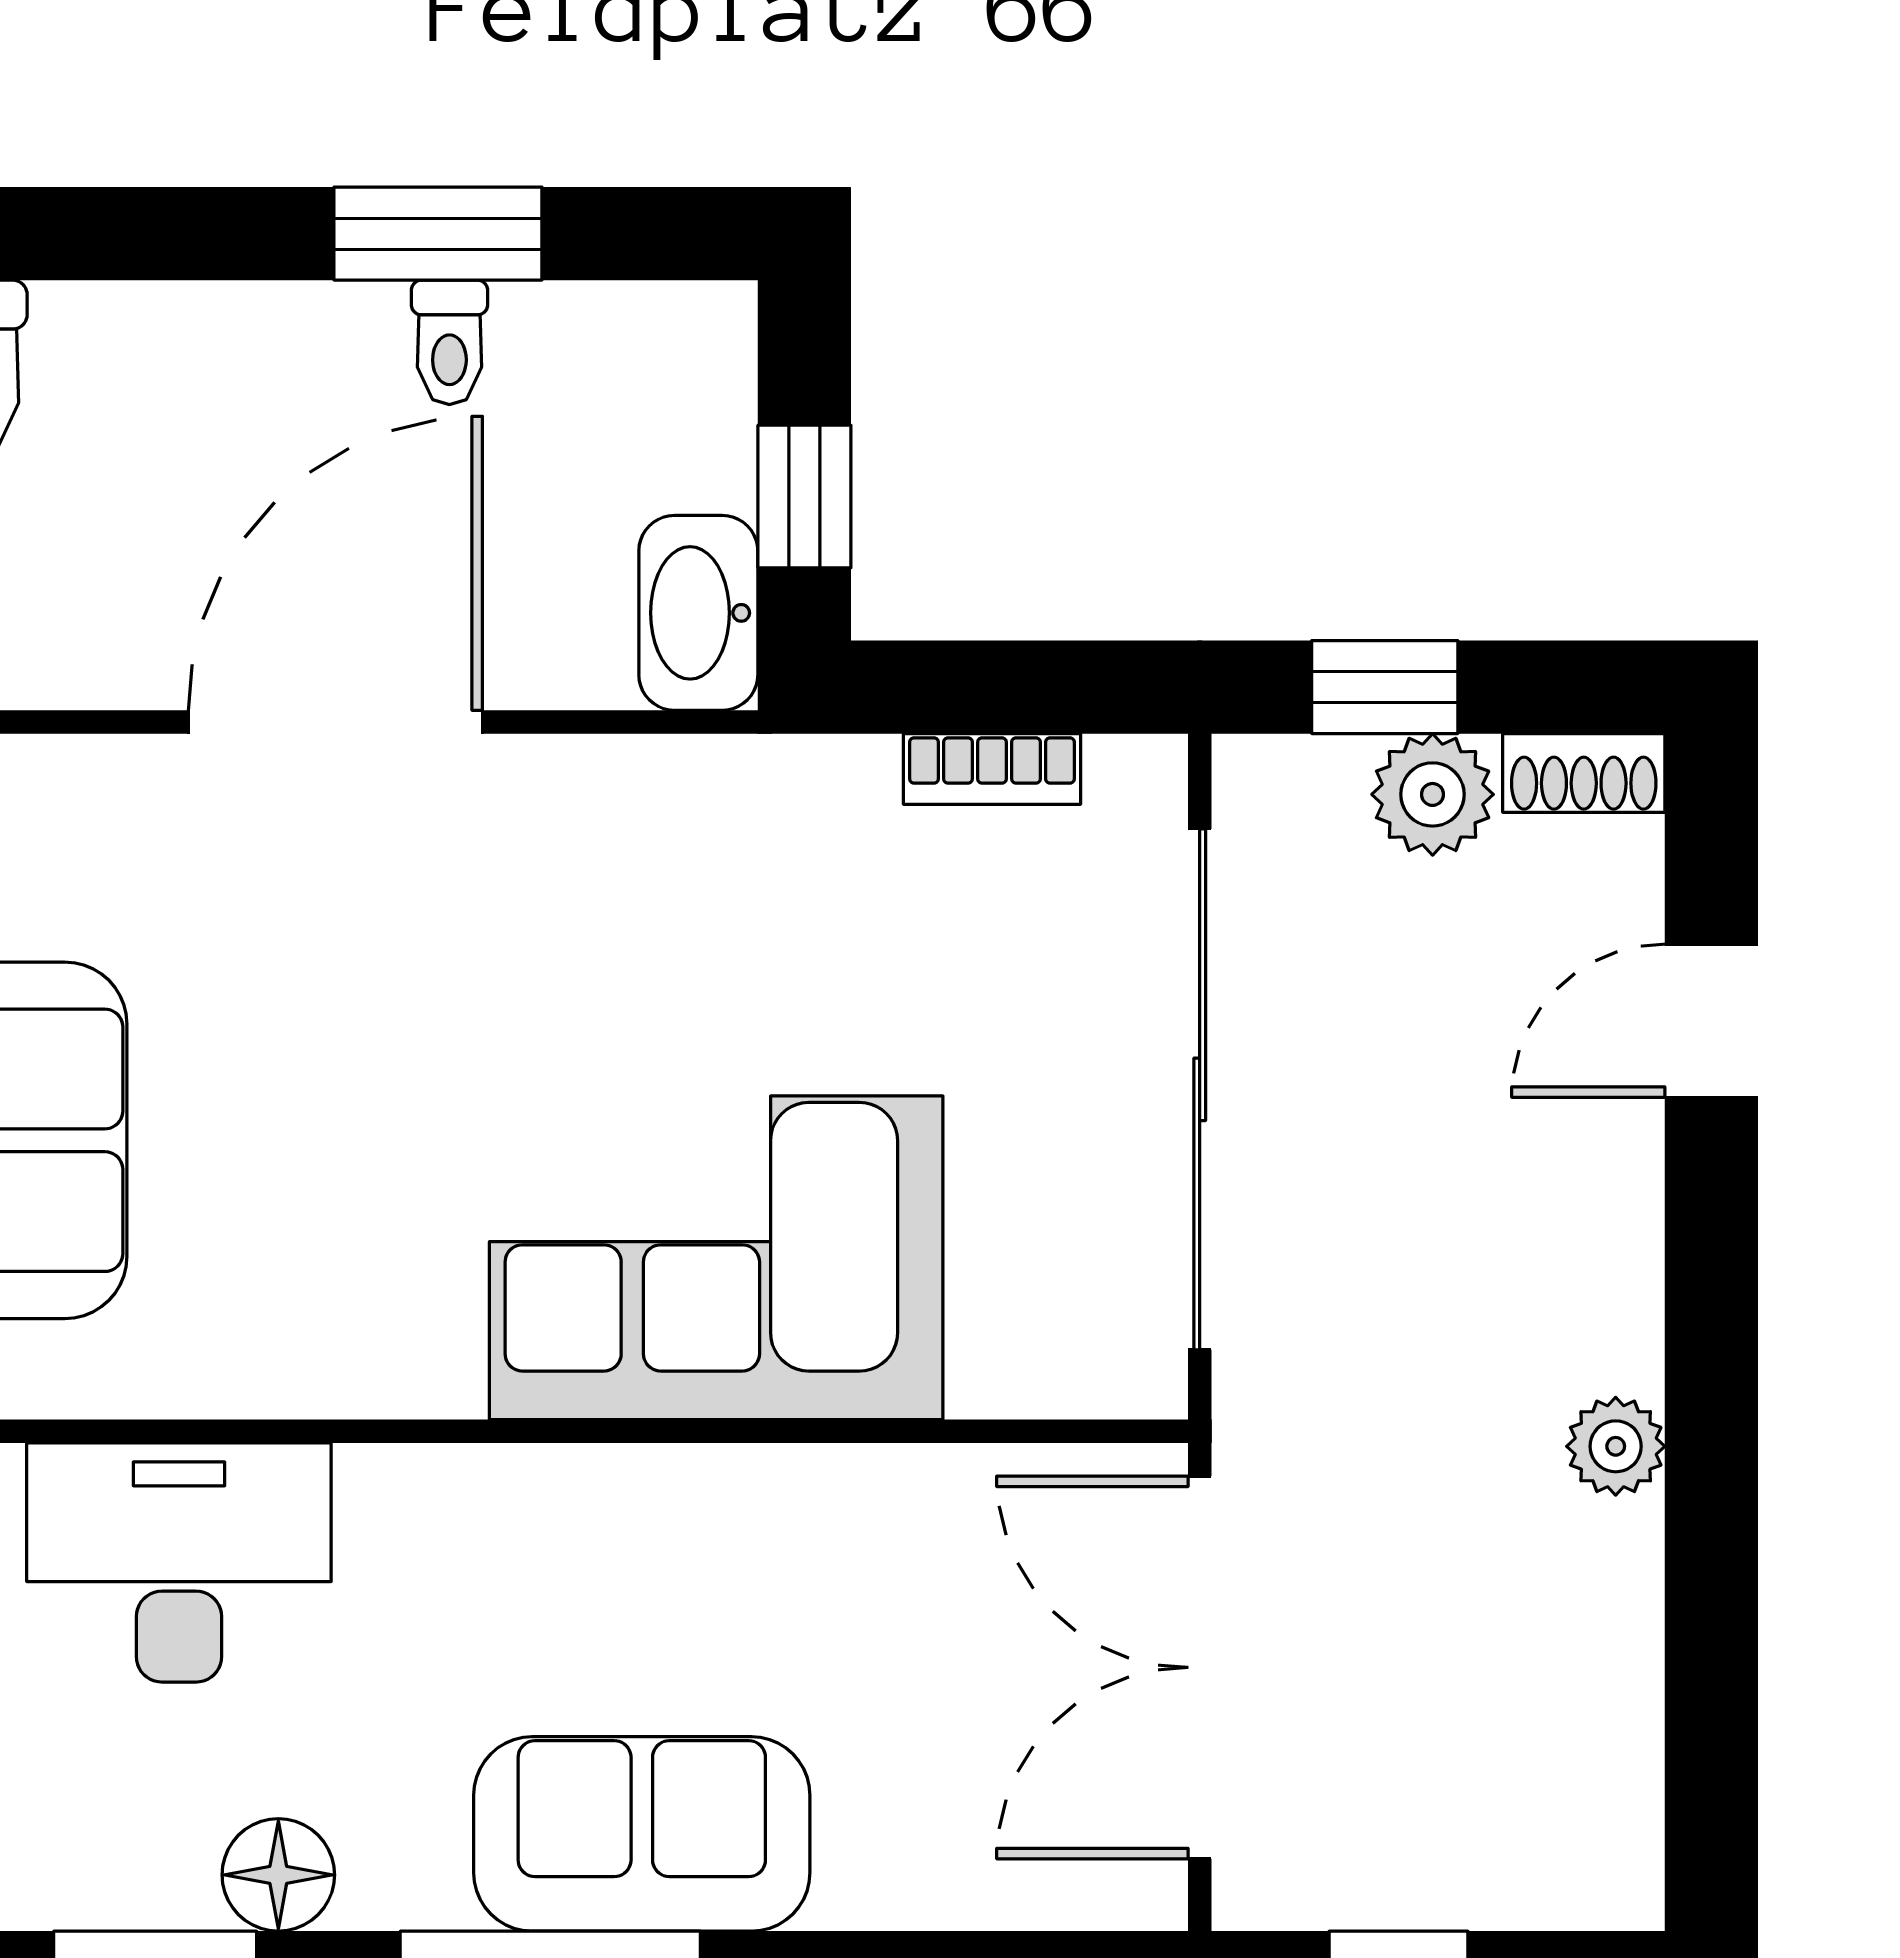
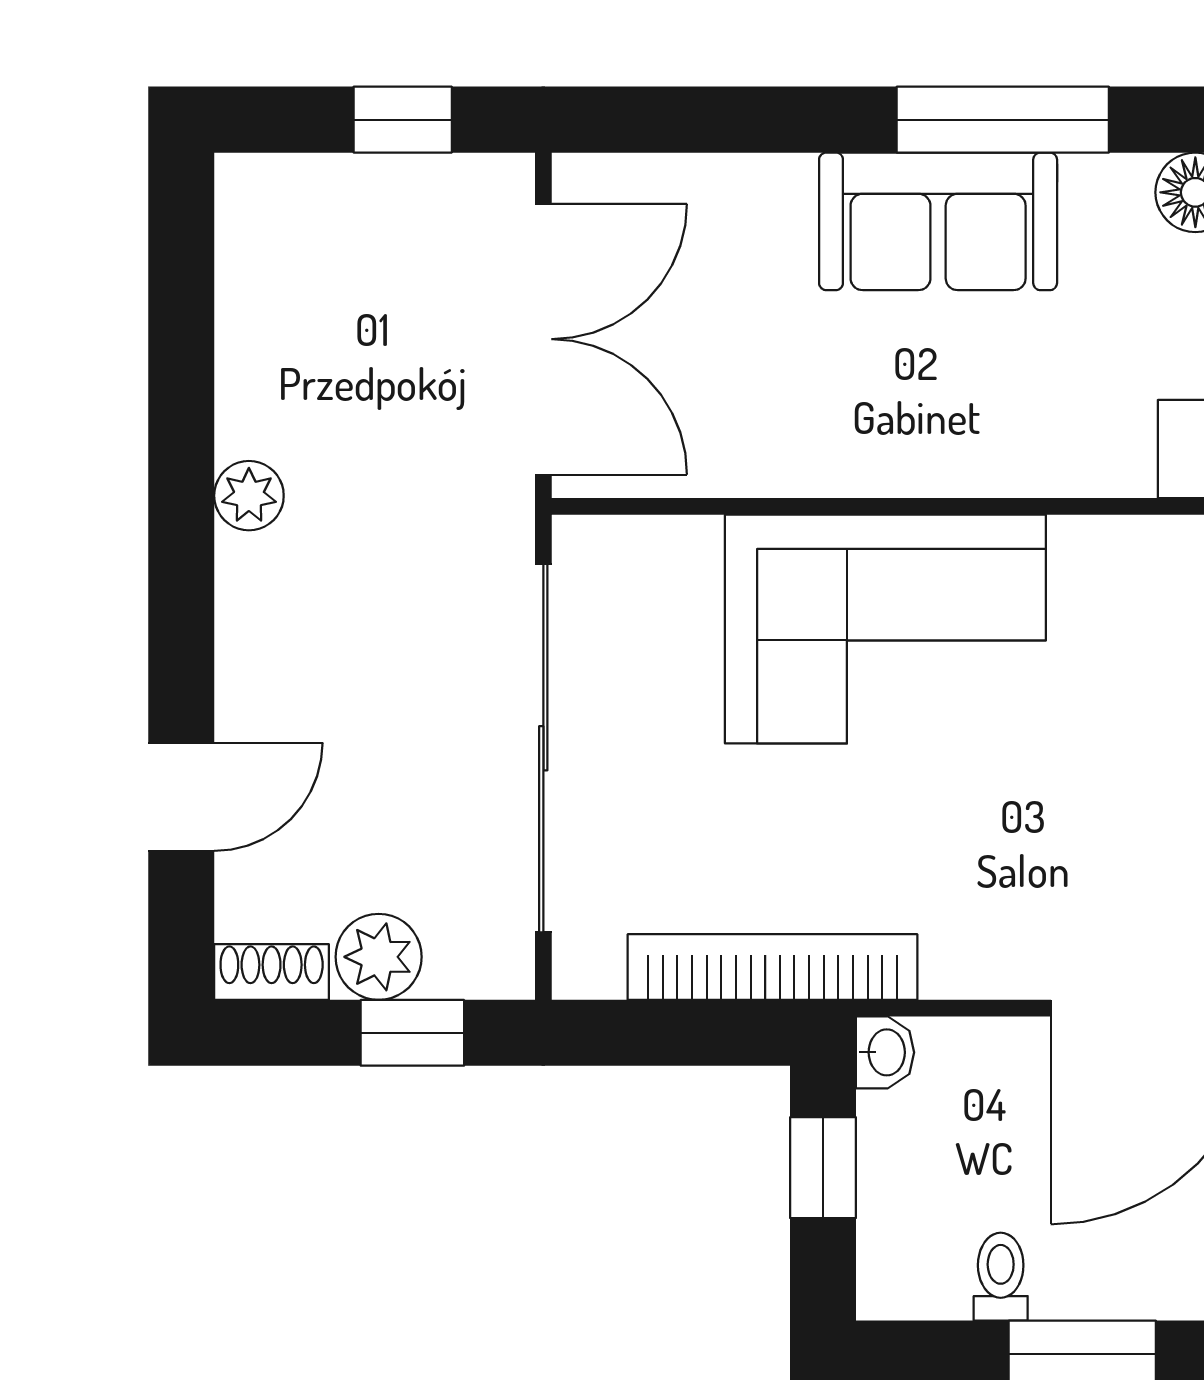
toilet: (449, 342) -> (1001, 1277), moved
washbasin: (698, 613) -> (885, 1052), width x0.52, depth x0.69
bookcase: (992, 769) -> (772, 967), width x2.31, depth x1.31

